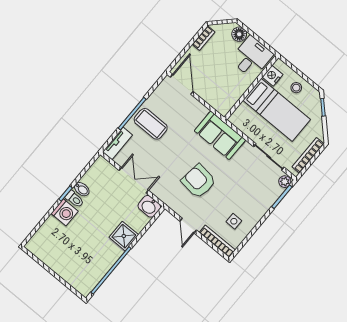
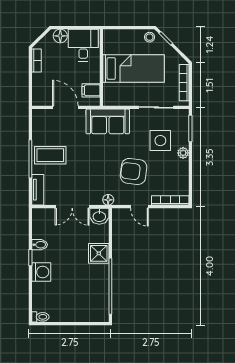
nightstand: (272, 76) -> (110, 46), removed
door: (182, 84) -> (65, 107), moved
stool: (296, 88) -> (150, 37), moved
filing cabinet: (227, 99) -> (91, 90), added
double door: (134, 180) -> (72, 207), swing flipped
armchair: (199, 181) -> (134, 171), moved
plant: (285, 182) -> (183, 153), moved
toilet: (75, 199) -> (40, 317), moved
floor lamp: (168, 199) -> (108, 200), added
side table: (234, 221) -> (160, 141), moved, width x1.87, depth x1.87

